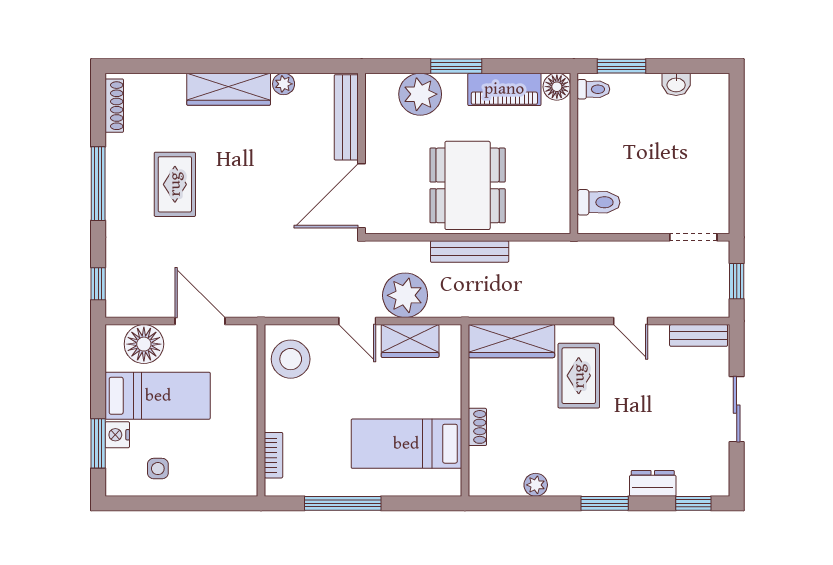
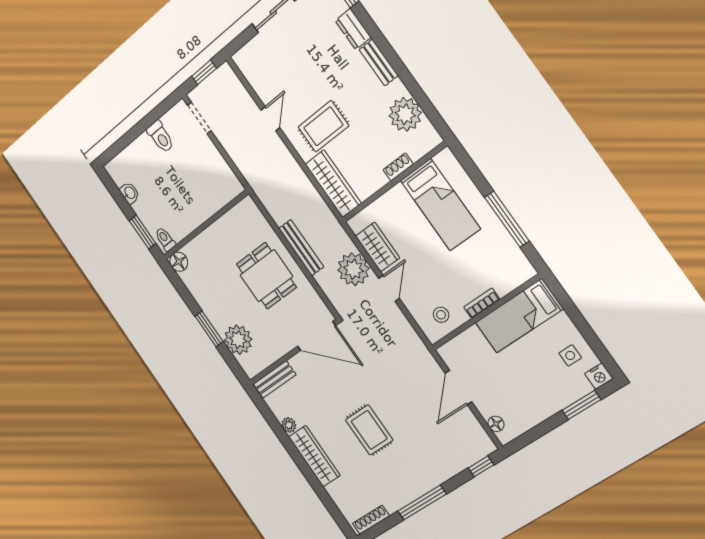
piano: (504, 89) -> (201, 292), removed
bench: (346, 117) -> (275, 379), width x0.73
rug: (175, 184) -> (369, 430), moved, turned 90
dining table: (468, 185) -> (266, 276), width x0.73
toilet: (598, 202) -> (160, 137), moved, turned 180
bench: (699, 335) -> (379, 63), moved
floor lamp: (144, 344) -> (496, 424), width x0.53, depth x0.53
stool: (291, 359) -> (441, 315), width x0.53, depth x0.53
bed: (158, 396) -> (519, 316), moved, turned -90
nightstand: (117, 435) -> (599, 376), moved
bookcase: (274, 455) -> (482, 303), moved
plant: (536, 485) -> (405, 114), width x1.88, depth x1.88
window: (605, 503) -> (387, 50), removed

